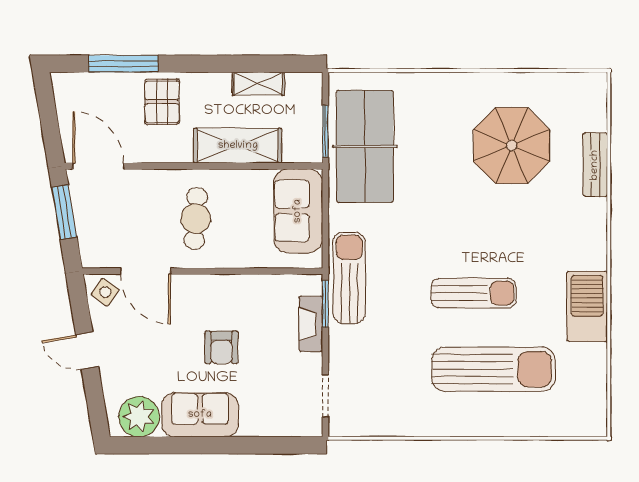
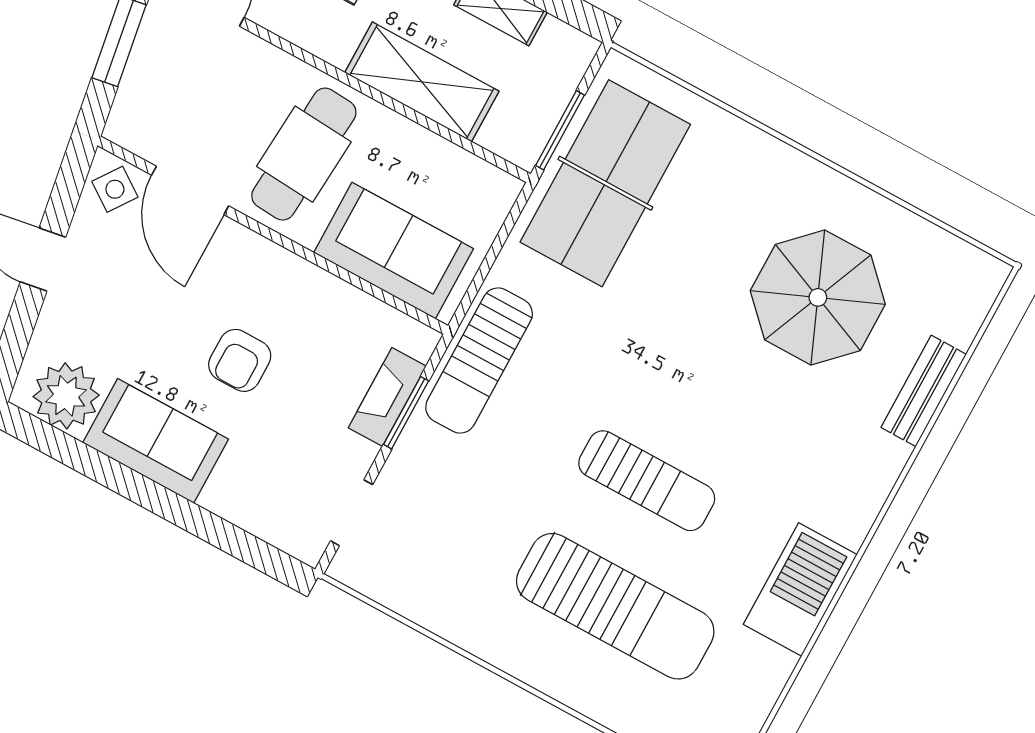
sofa: (298, 211) -> (394, 251), moved, turned 90
cafe table: (196, 219) -> (304, 154), width x1.37, depth x1.35
sun lounger: (349, 278) -> (479, 361), turned 180
window: (325, 304) -> (406, 413), moved

